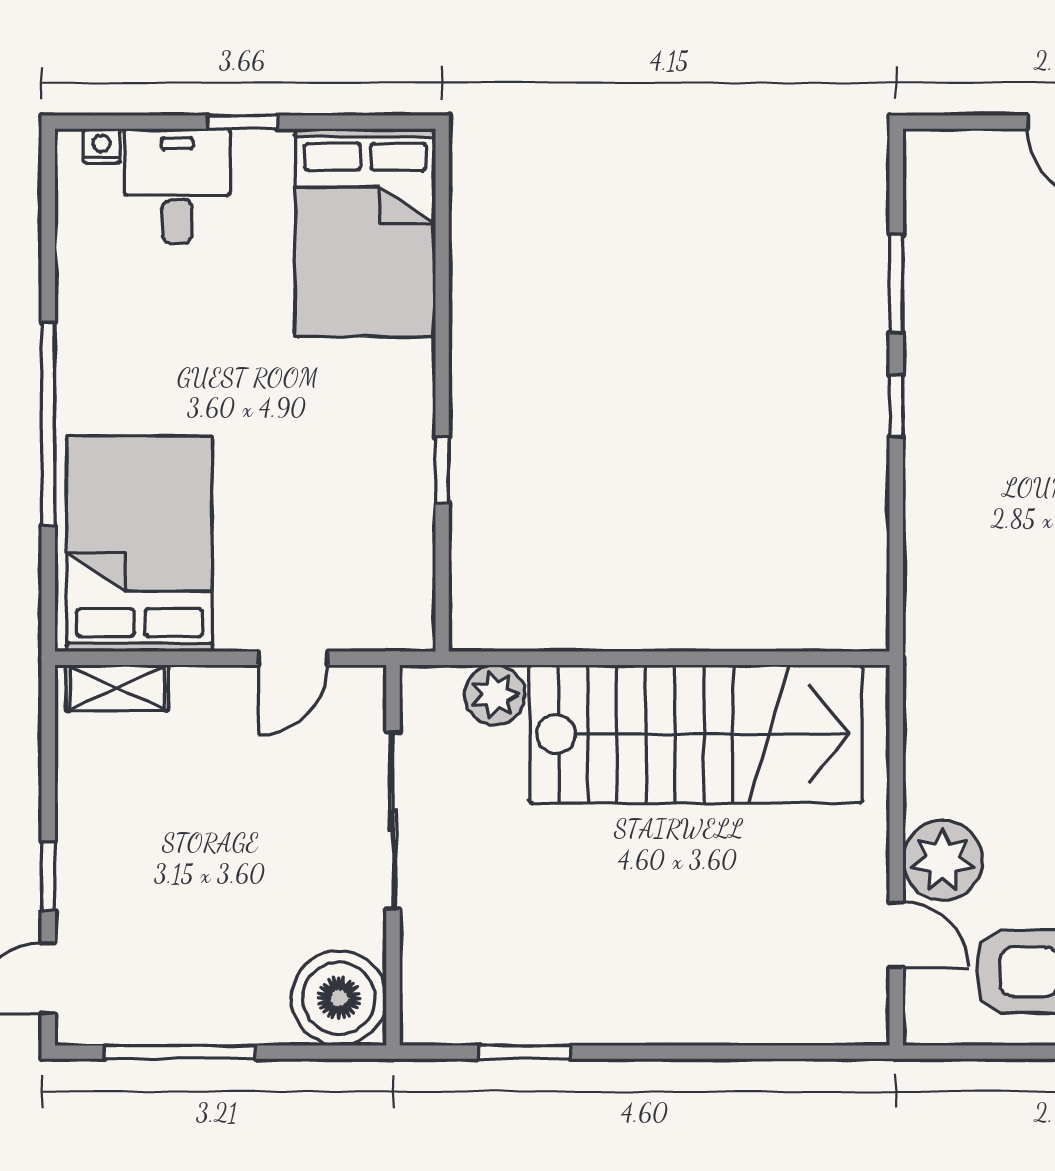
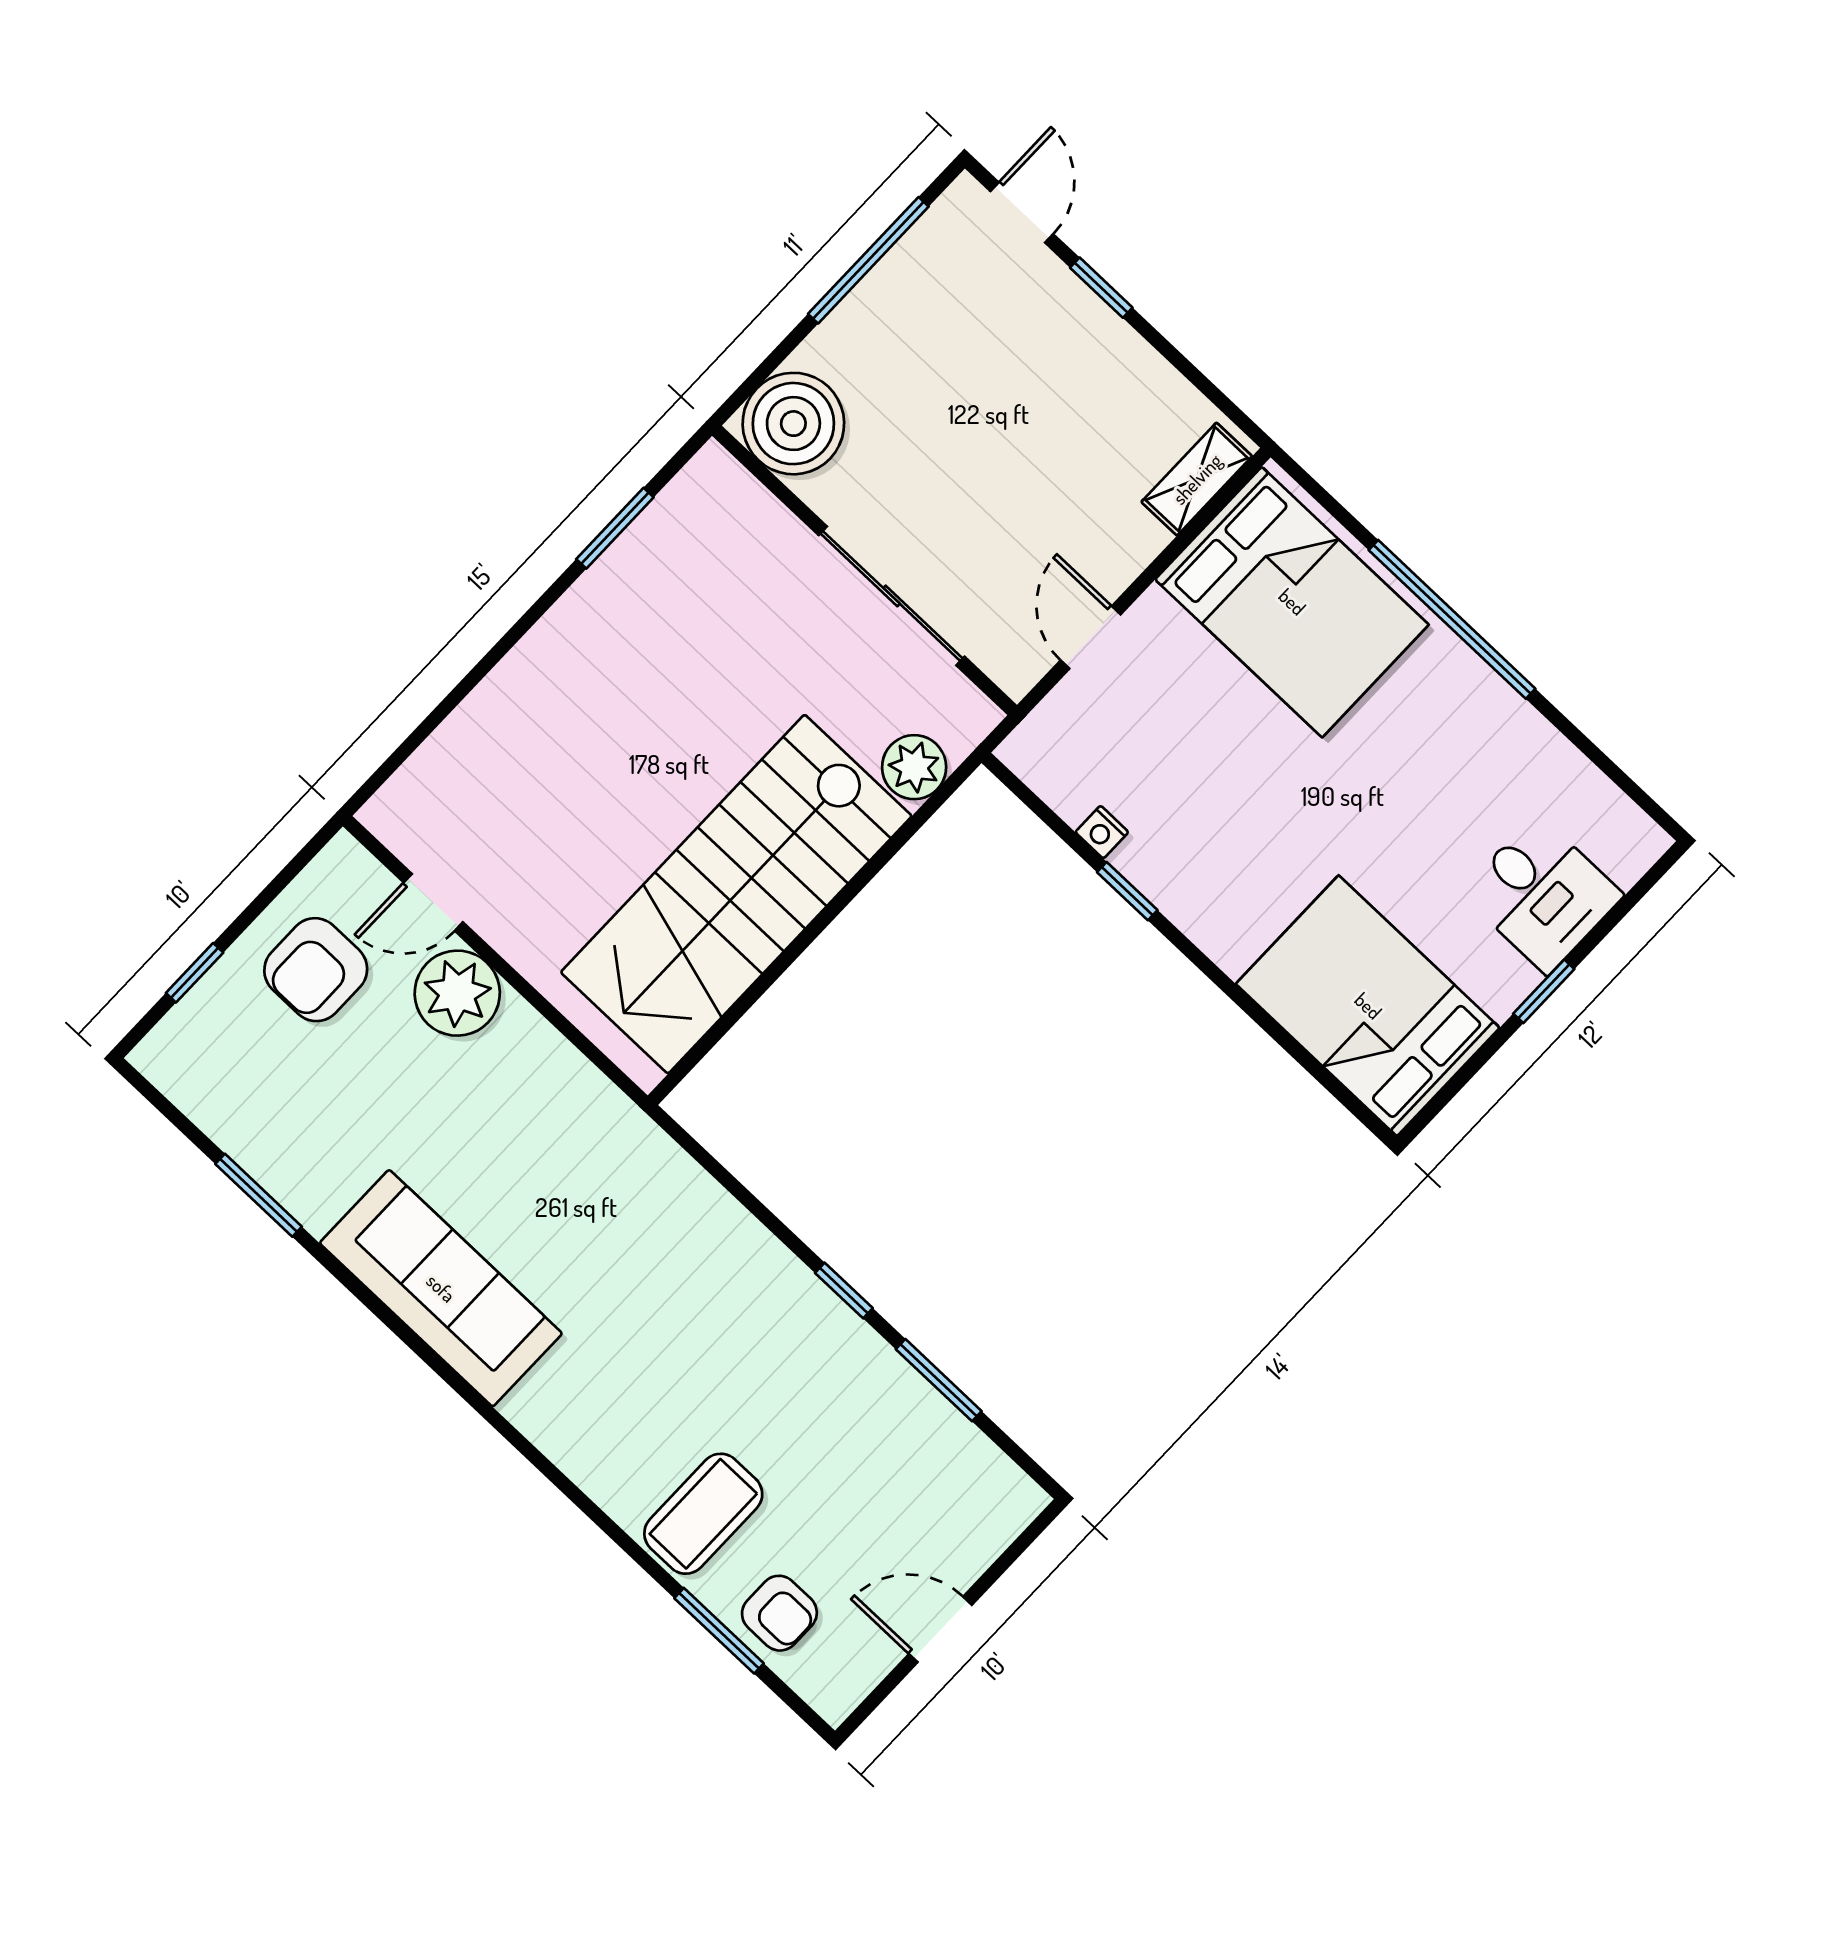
nightstand: (102, 146) -> (1102, 832), moved, turned 90

